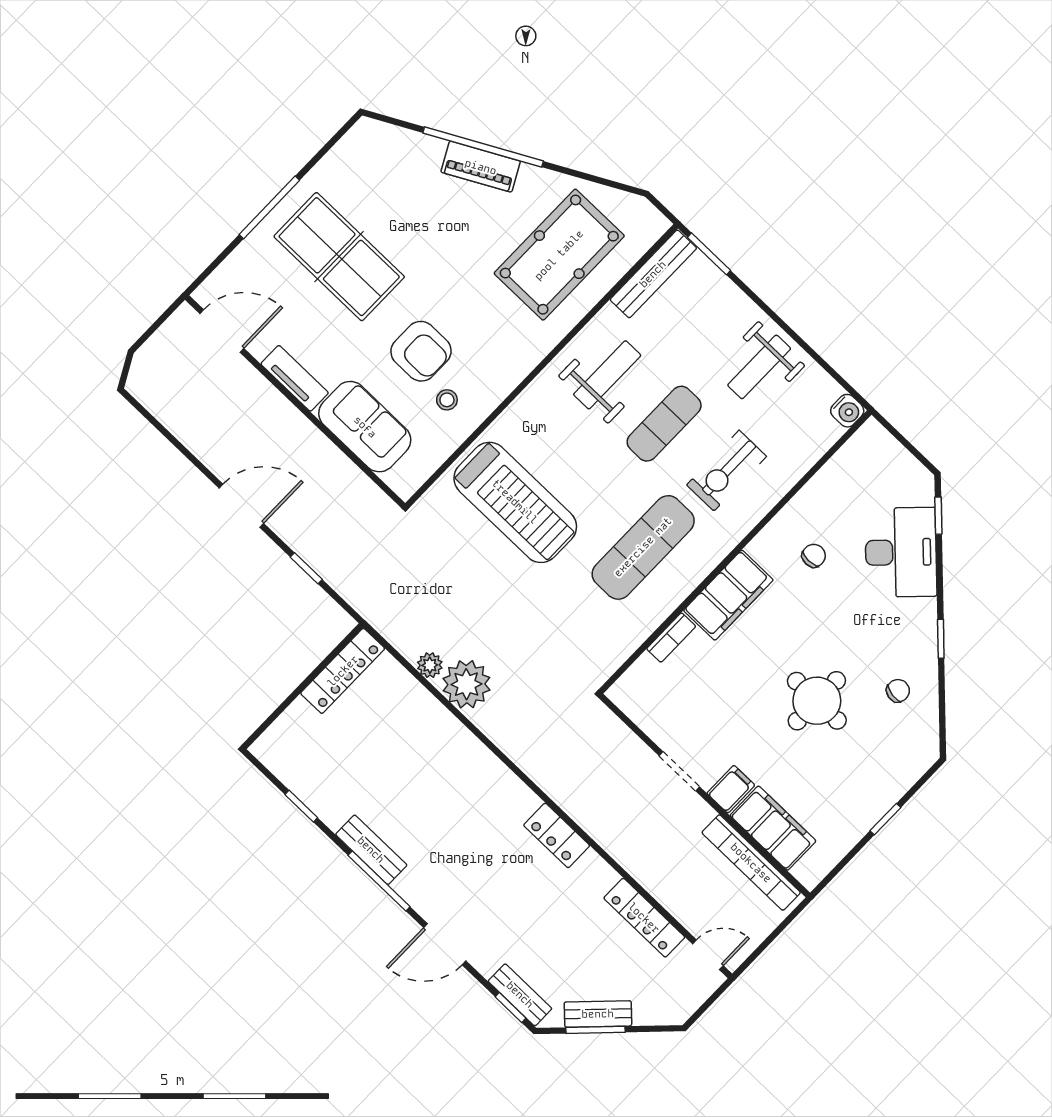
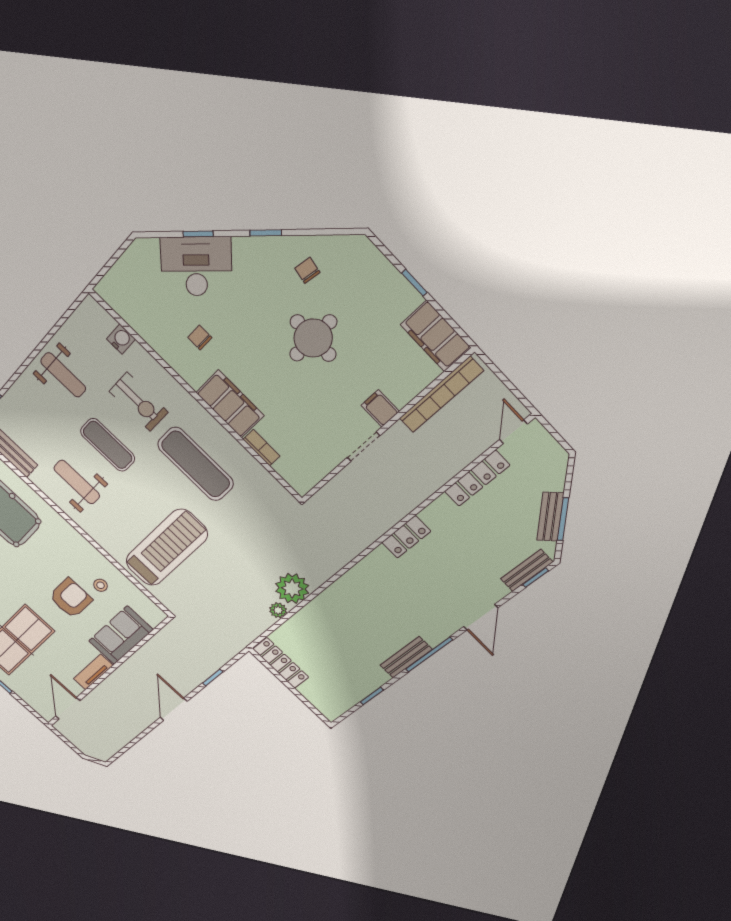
water cooler: (847, 411) -> (121, 339), moved
window: (938, 516) -> (198, 234), moved
filing cabinet: (773, 828) -> (436, 336), moved, turned -90

